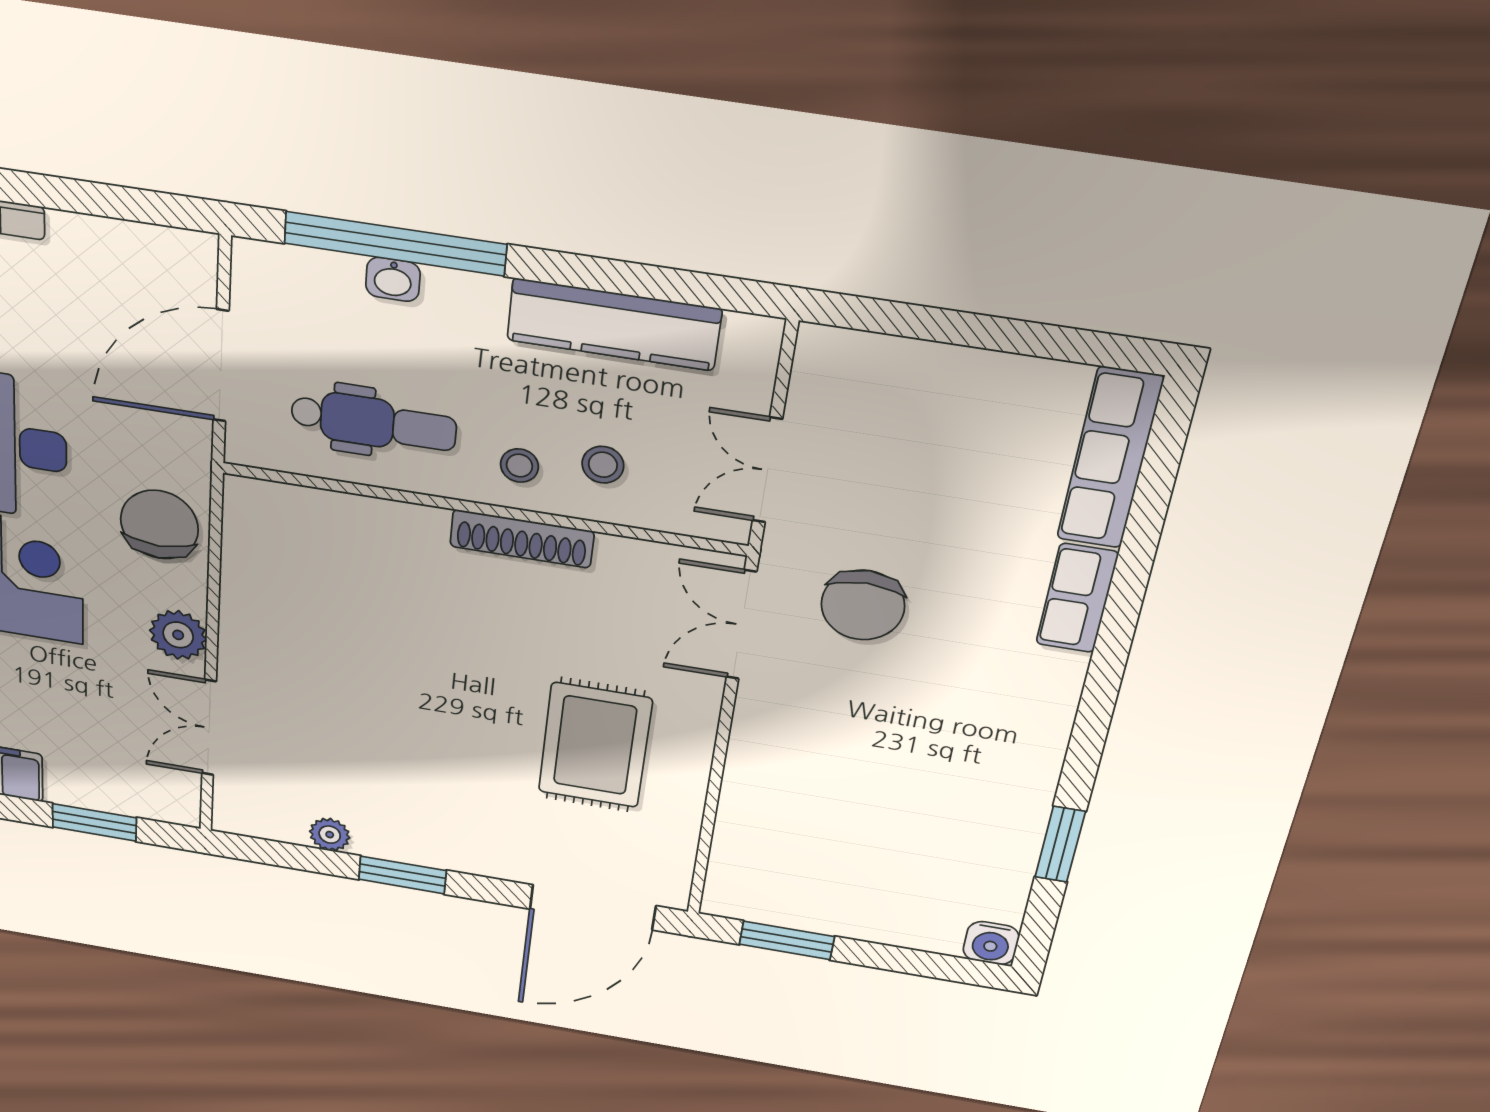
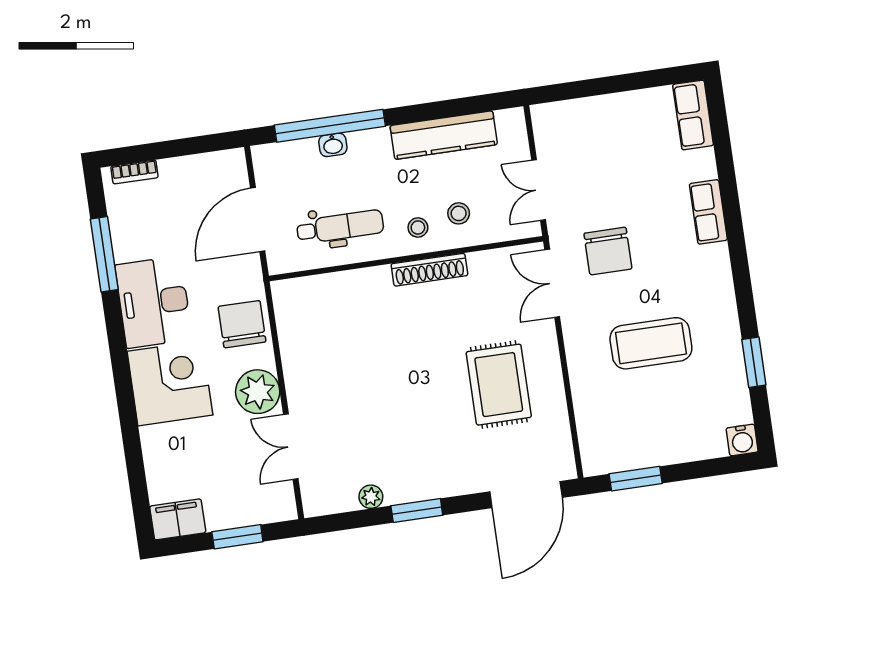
row of seats: (1110, 458) -> (693, 115), width x0.68
plant: (178, 635) -> (258, 392), width x1.36, depth x1.36
coffee table: (887, 765) -> (651, 343), added

